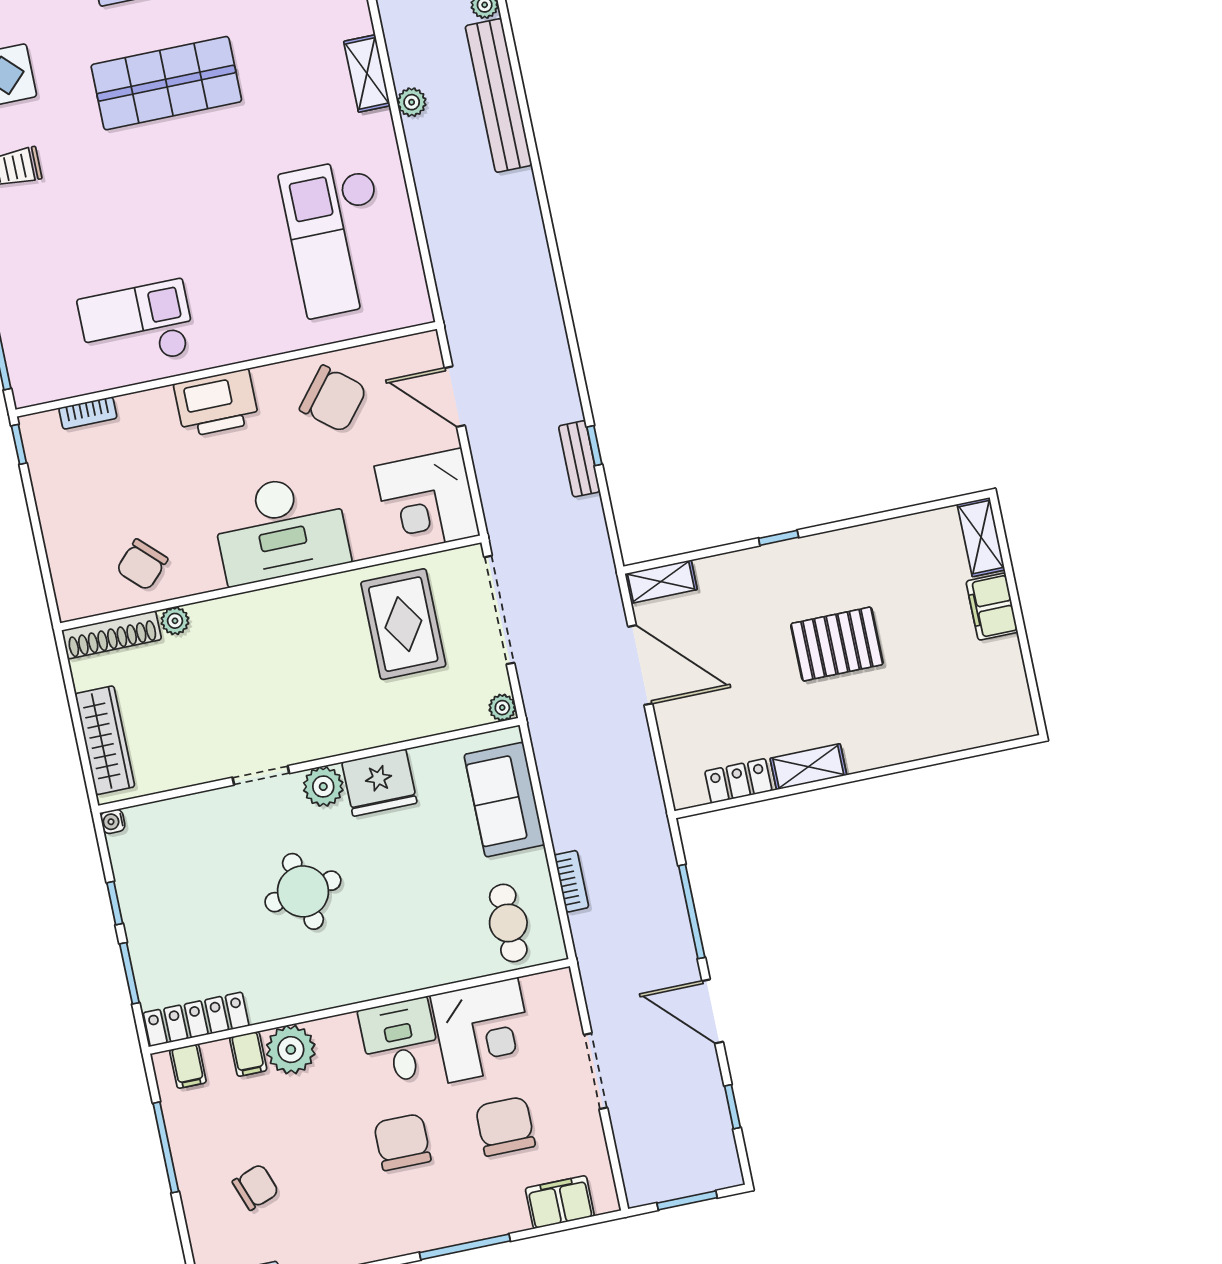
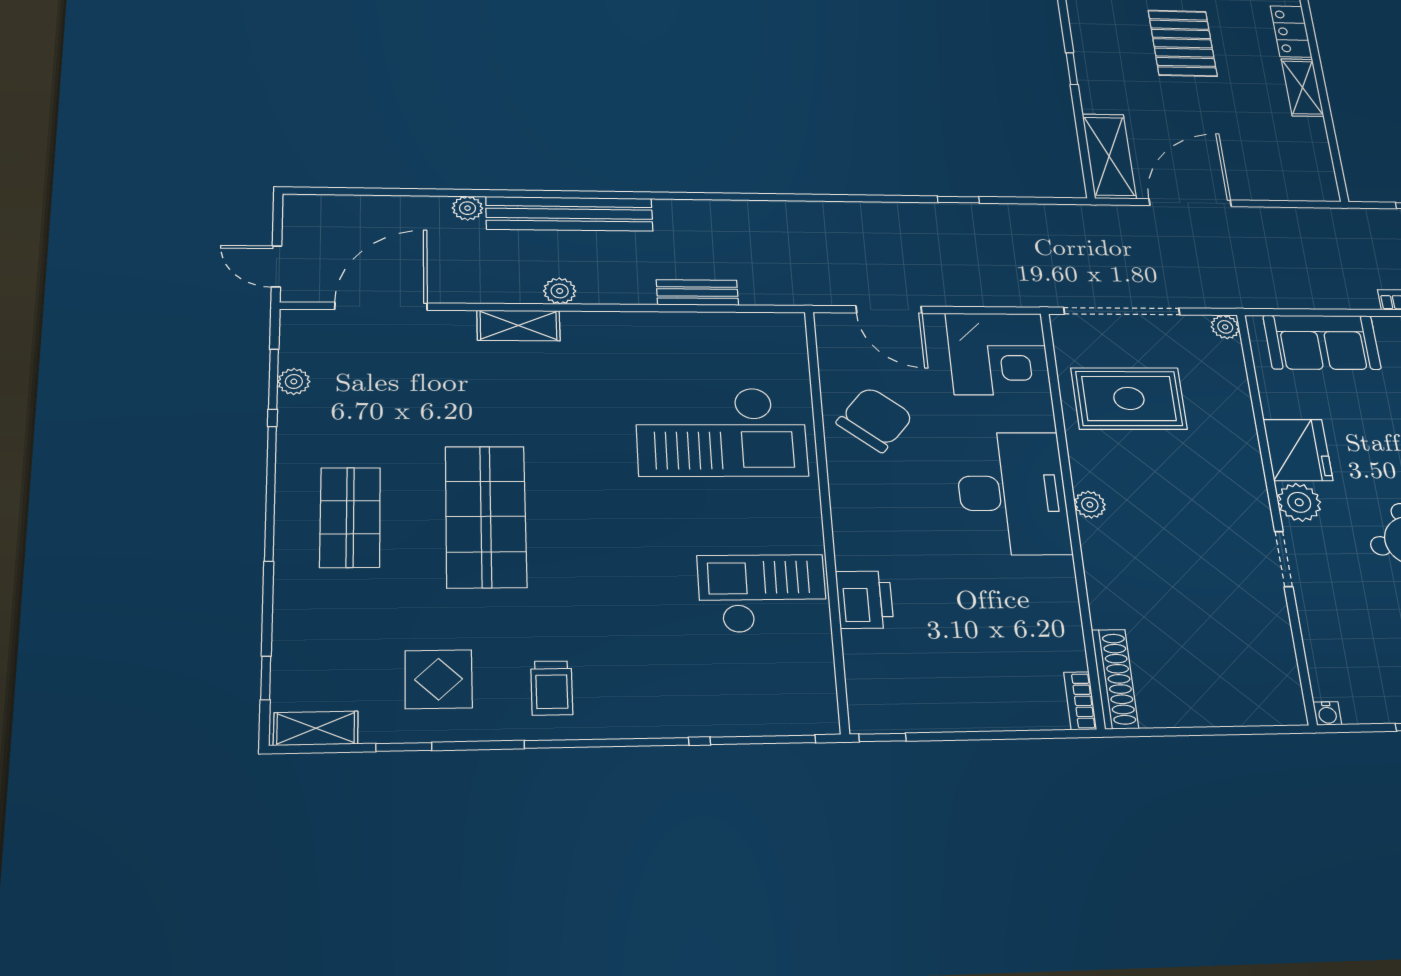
checkout: (338, 238) -> (721, 432), moved
checkout: (137, 326) -> (762, 593), turned 90
door: (455, 397) -> (889, 310), hinge flipped
printer: (216, 403) -> (865, 600), moved, width x0.73, depth x0.84
bookcase: (88, 413) -> (1080, 701), moved, turned 180
bench: (579, 459) -> (697, 293), moved
chair: (142, 565) -> (1038, 635), removed
shelving: (661, 582) -> (1109, 156), width x1.50, depth x1.33
plant: (175, 621) -> (1090, 505), moved
wardrobe: (105, 740) -> (1235, 706), removed
locker: (738, 781) -> (1291, 32), moved

